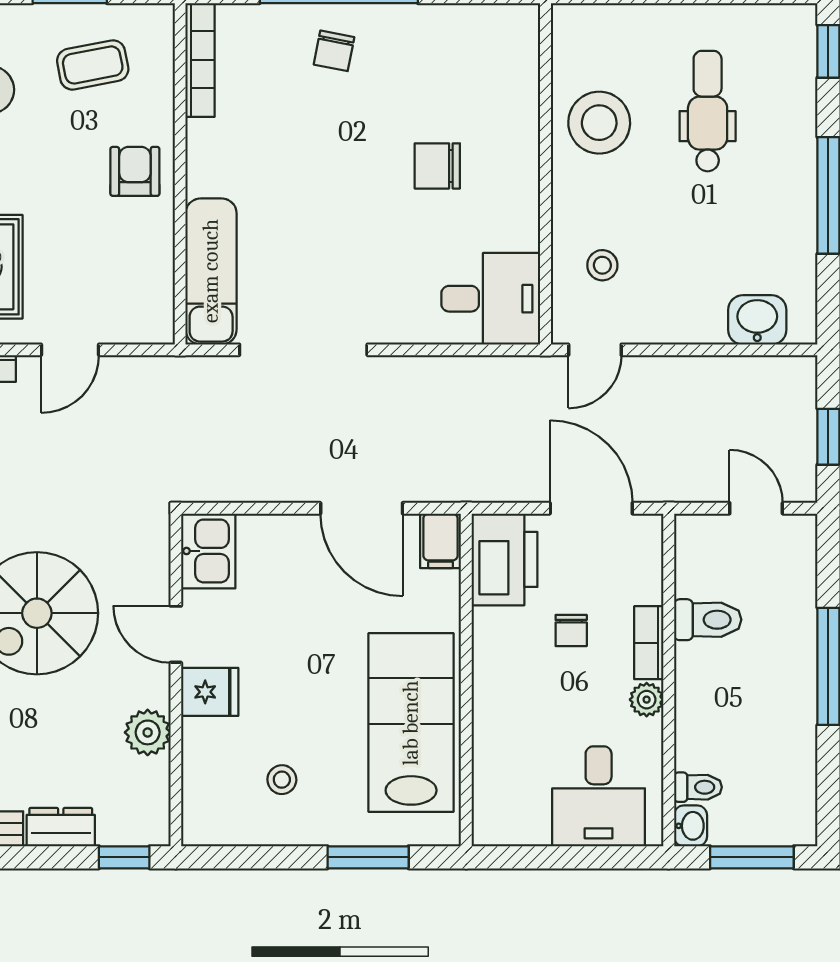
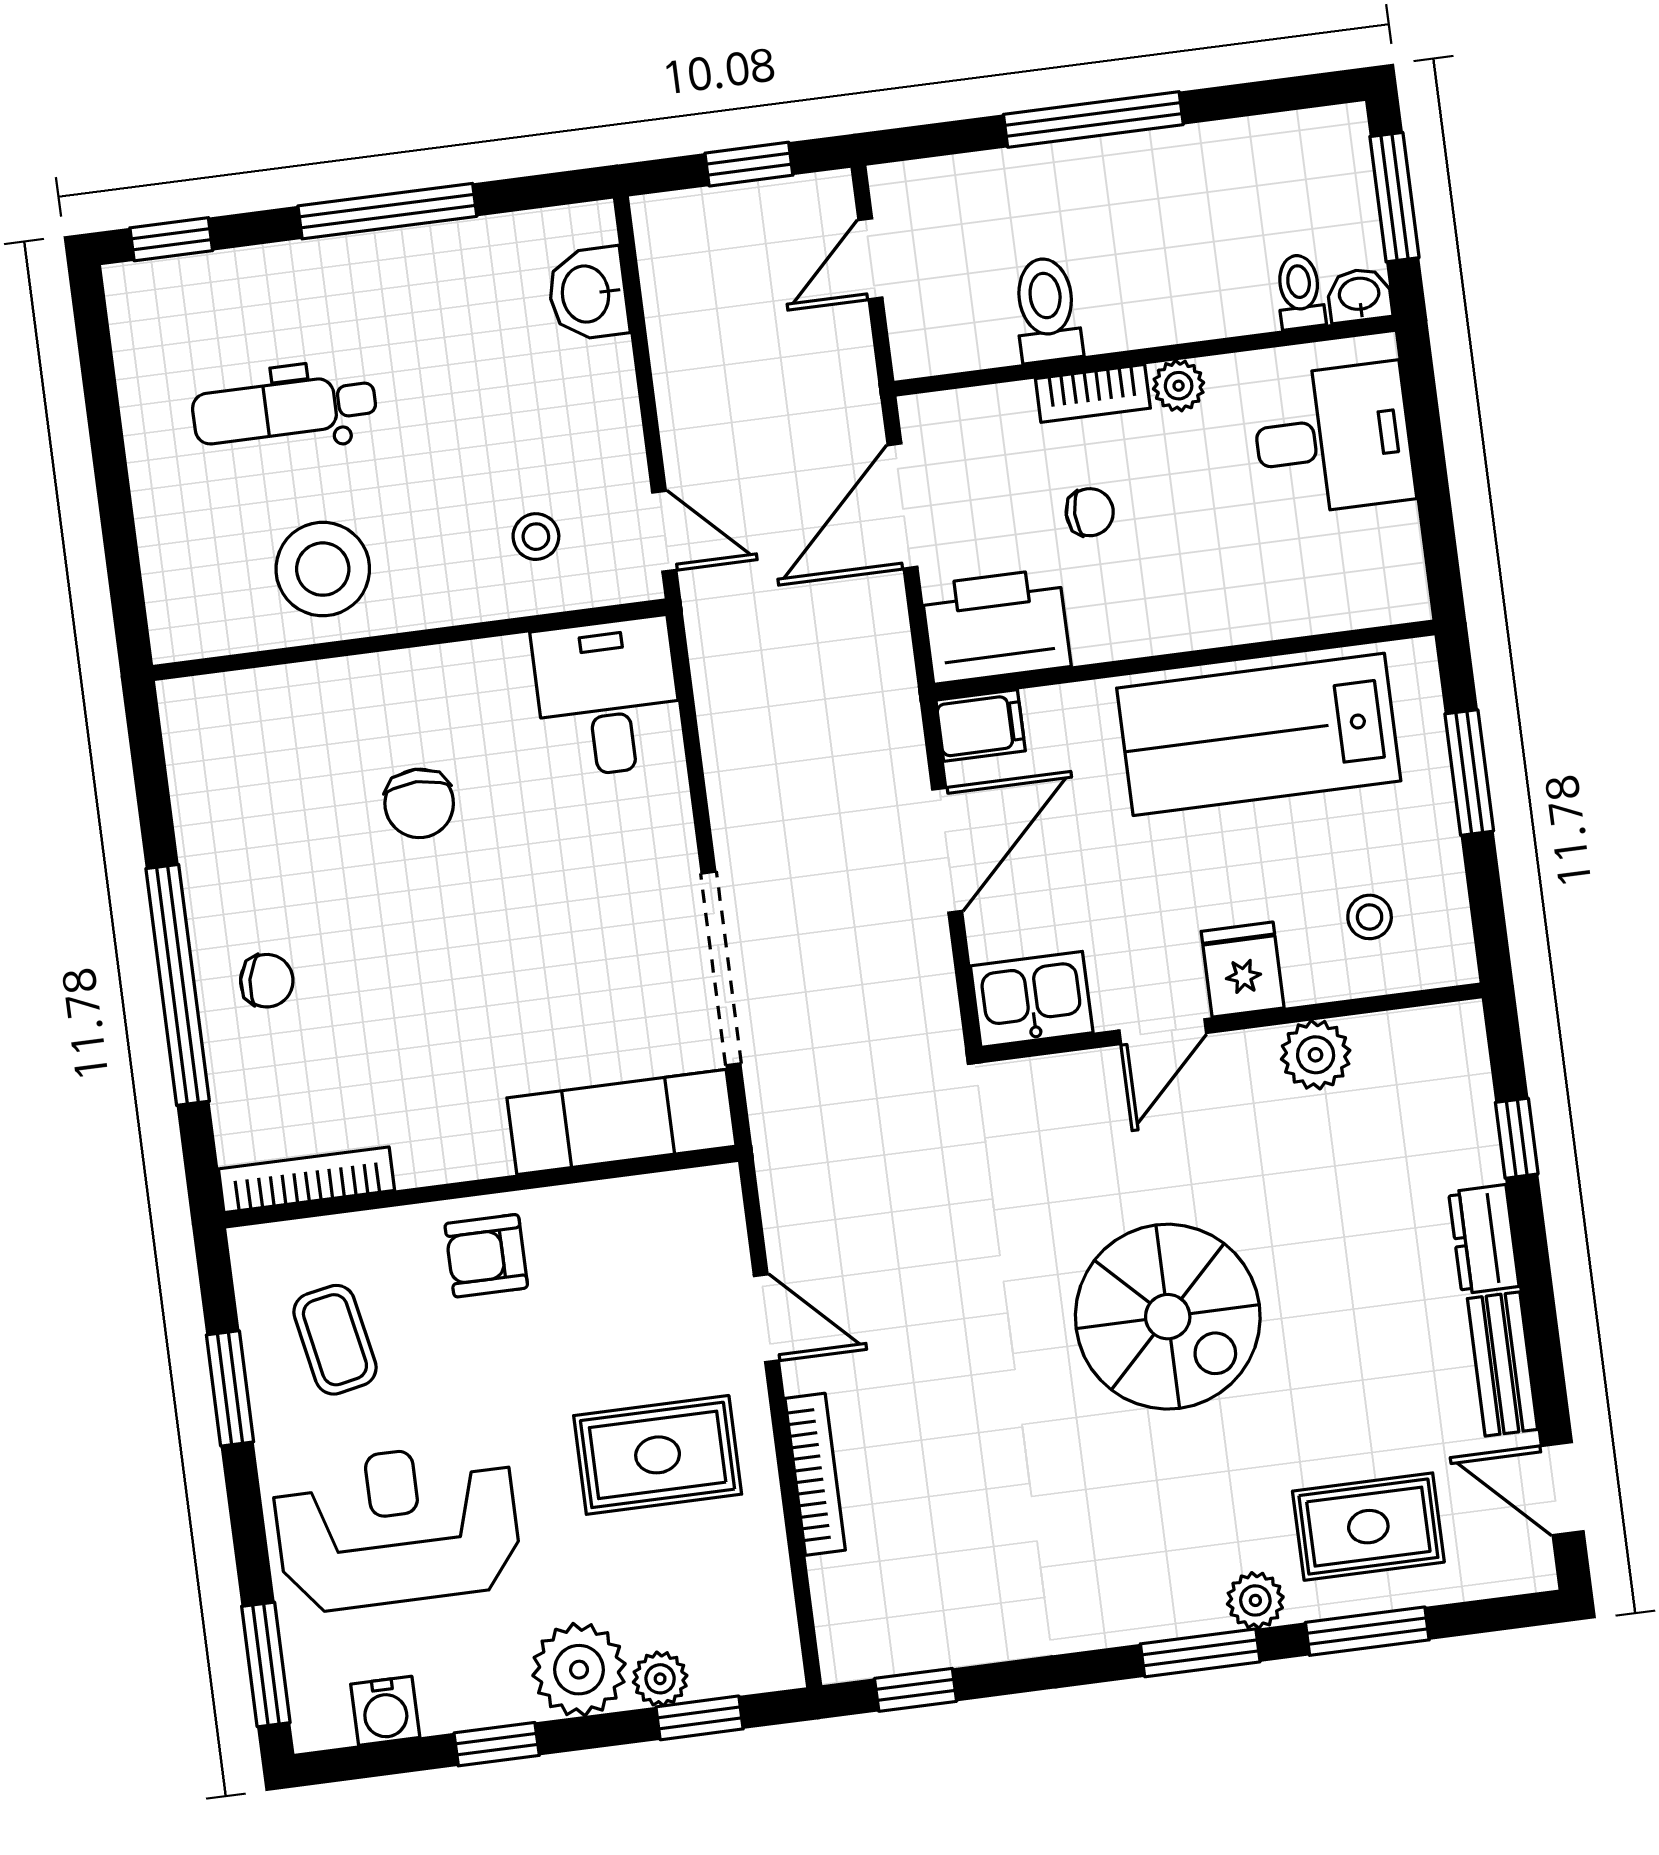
kitchen sink: (208, 551) -> (1032, 999), moved
door: (176, 634) -> (1163, 1032), moved
wall: (176, 680) -> (1231, 1023), moved
fridge: (210, 692) -> (1243, 970), moved
plant: (148, 732) -> (1316, 1055), moved

